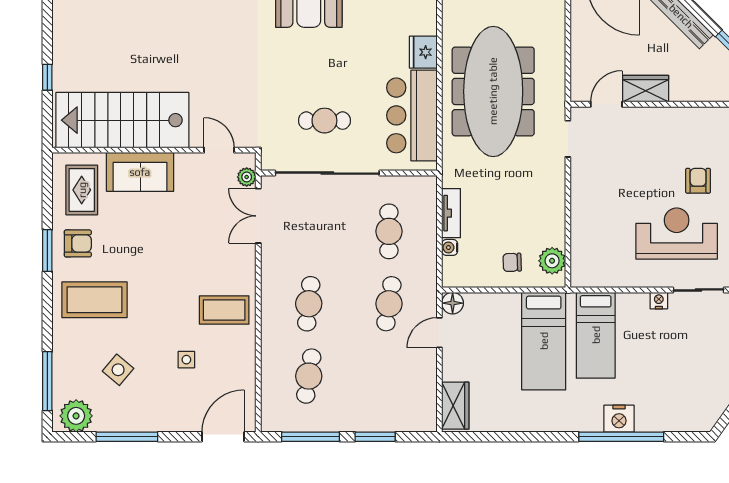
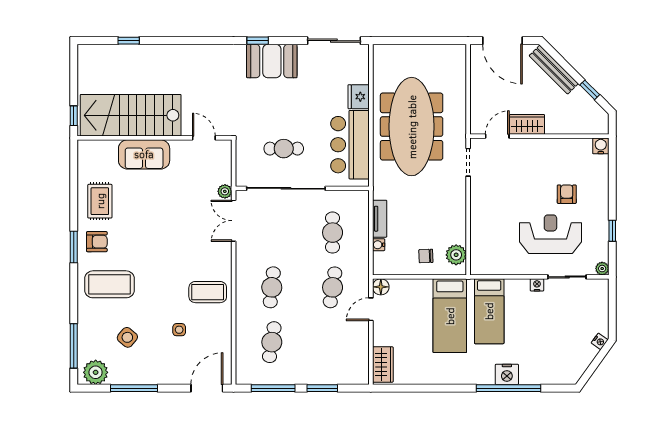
stairs: (122, 120) -> (131, 115), moved
wall: (154, 150) -> (155, 138), moved
door: (219, 150) -> (204, 138), moved
sofa: (140, 172) -> (144, 154), moved

